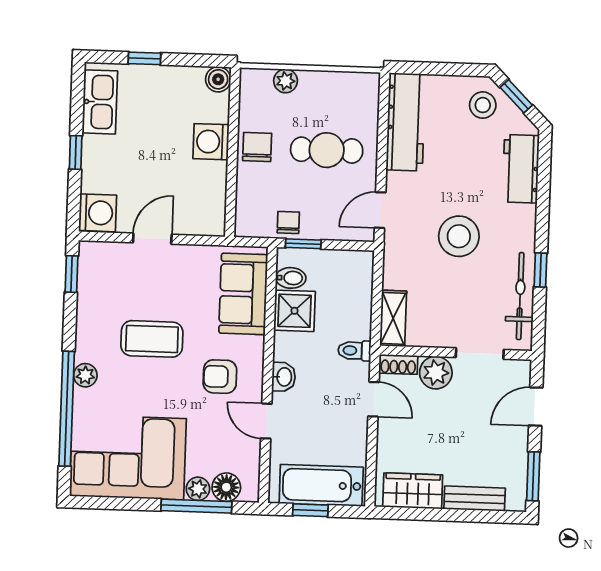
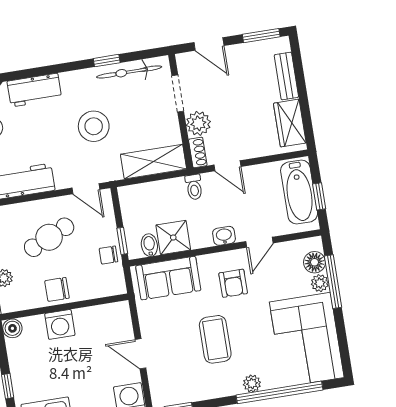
cafe table: (327, 150) -> (49, 237), turned 66
shelving: (393, 318) -> (153, 162), width x1.50, depth x1.33
door: (373, 399) -> (227, 166), swing flipped

